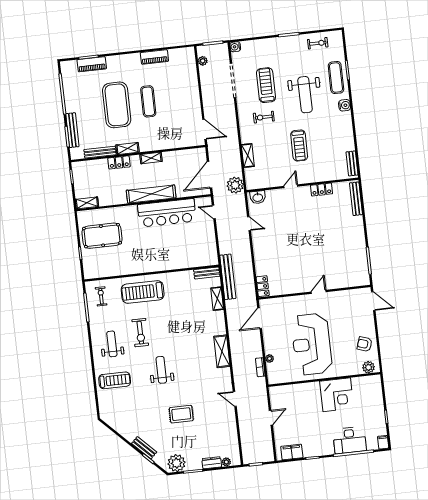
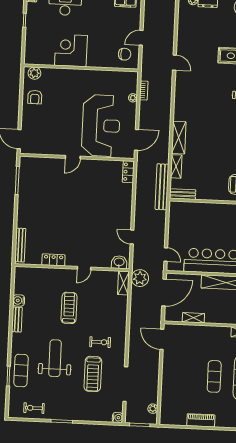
water cooler: (345, 105) -> (19, 300), moved
shelving: (248, 156) -> (123, 283), moved
shelving: (151, 158) -> (193, 318), moved
bench: (352, 163) -> (17, 320), moved
reception desk: (312, 344) -> (101, 126), moved
armchair: (365, 344) -> (35, 97), turned 72
shelving: (222, 351) -> (179, 138), moved
chair: (284, 399) -> (125, 54), added

